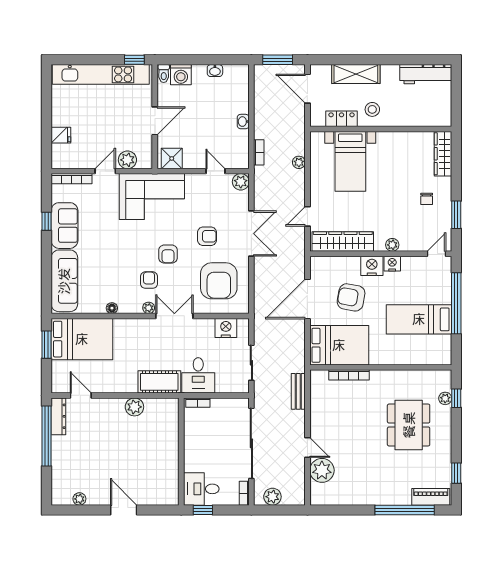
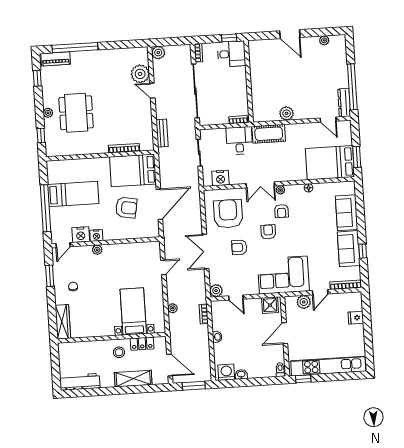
washing machine: (181, 75) -> (226, 372), moved
wardrobe: (343, 241) -> (135, 250), removed
nightstand: (372, 266) -> (81, 235), moved
sofa: (64, 281) -> (347, 213), width x0.73
plant: (445, 398) -> (48, 113), moved
plant: (272, 497) -> (158, 53), moved

